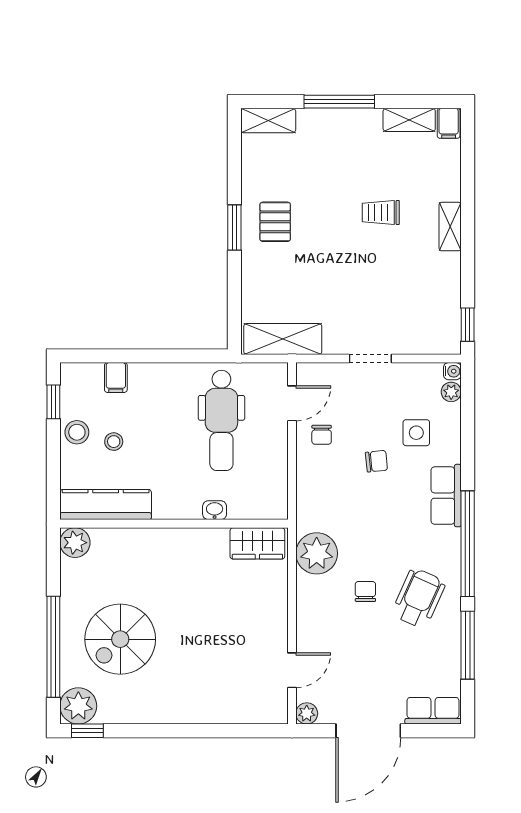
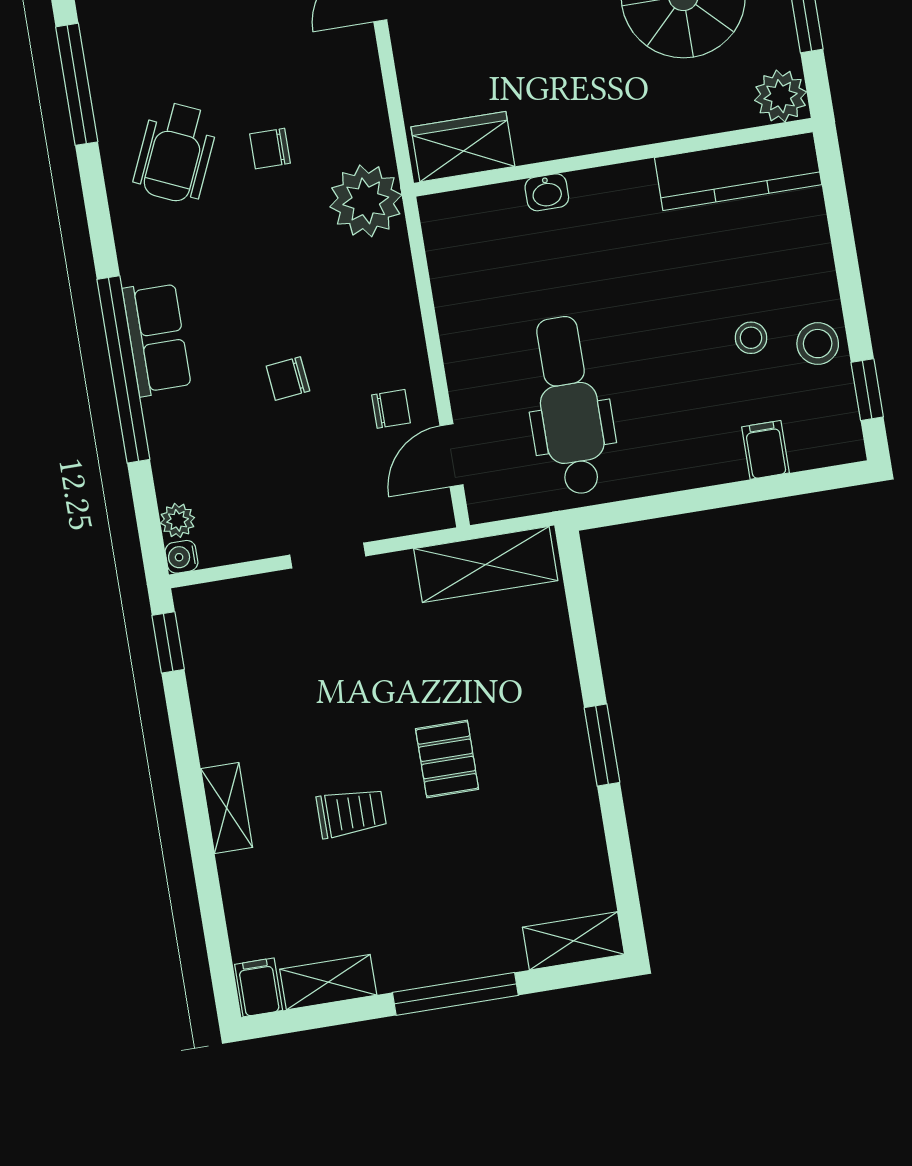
pallet: (275, 222) -> (447, 759), moved
side table: (416, 433) -> (227, 440), removed
chair: (322, 435) -> (391, 409), turned 90
kitchen counter: (106, 505) -> (738, 171), moved
washbasin: (215, 510) -> (547, 192), moved
wall: (174, 524) -> (614, 157), moved
plant: (75, 543) -> (781, 96), moved
wardrobe: (257, 543) -> (463, 147), moved
window: (468, 544) -> (123, 369), moved
chair: (365, 591) -> (270, 149), turned 90

